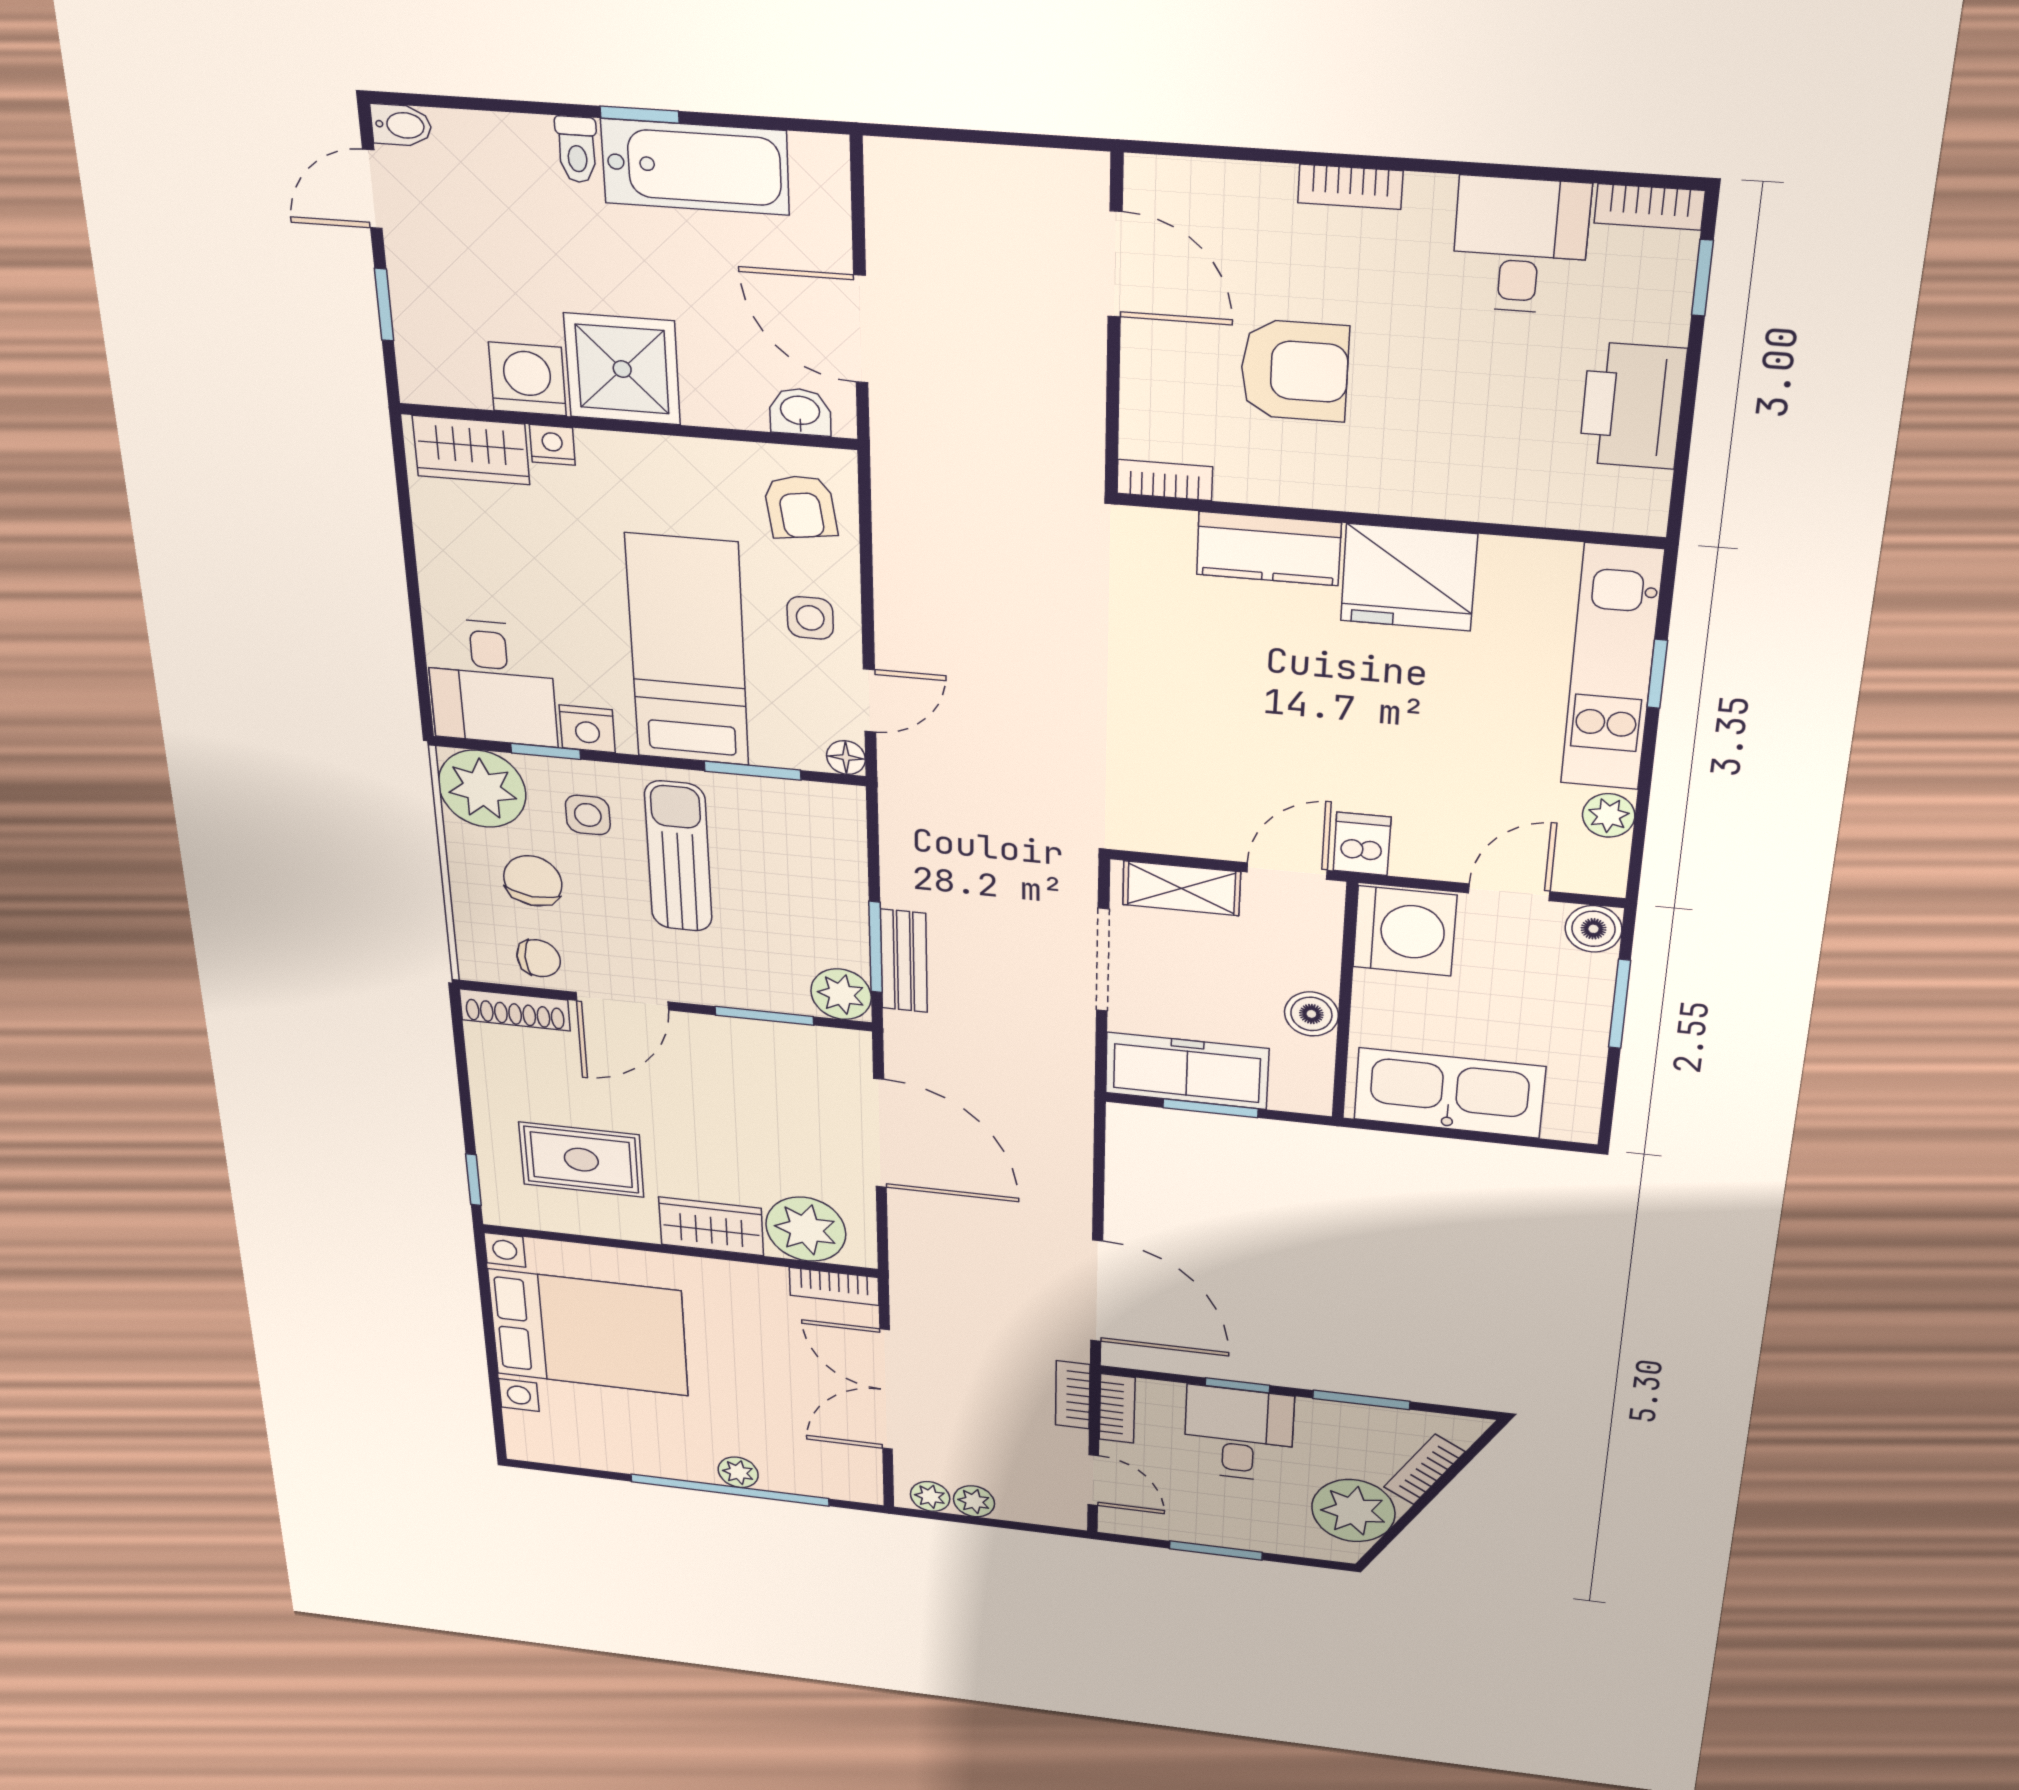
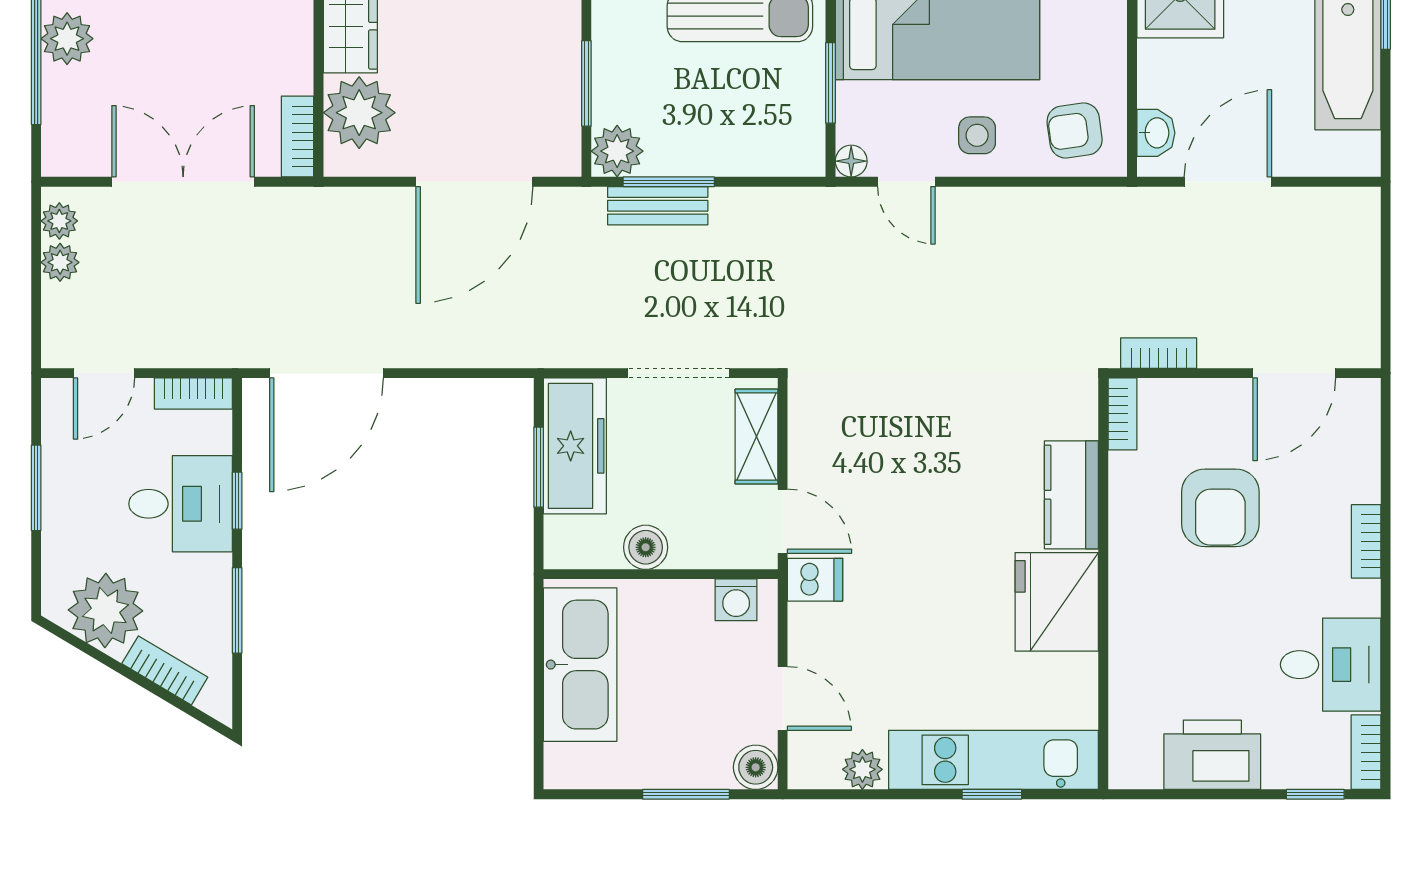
washing machine: (1405, 931) -> (736, 600), width x0.53, depth x0.53
bookcase: (1073, 1395) -> (1159, 353), moved
plant: (738, 1472) -> (67, 39), width x1.38, depth x1.38

